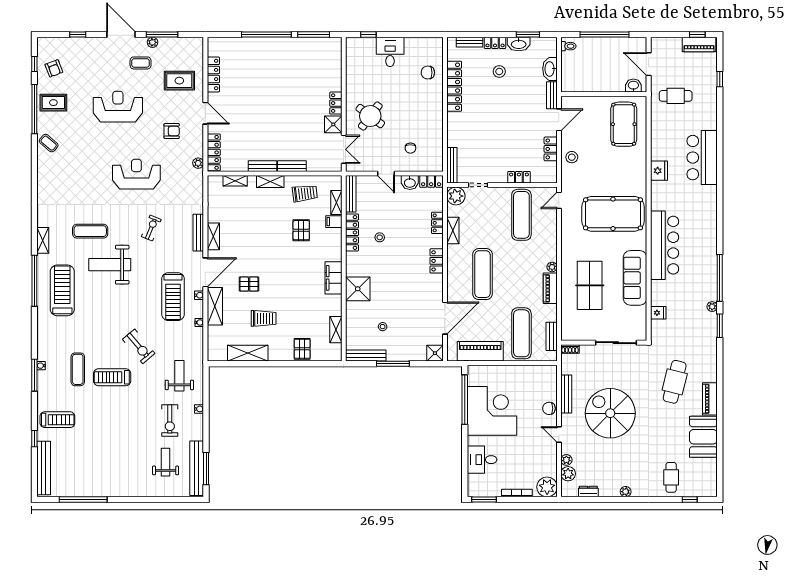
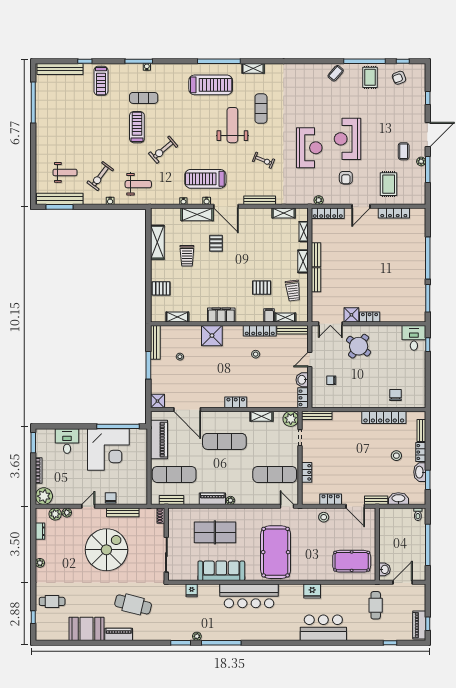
desk: (390, 52) -> (414, 338), moved, turned -90
reception desk: (118, 107) -> (347, 139), moved, turned 180
locker: (437, 223) -> (268, 403), removed
shelving: (213, 236) -> (284, 213), moved
exercise bike: (170, 421) -> (100, 176), turned -53

